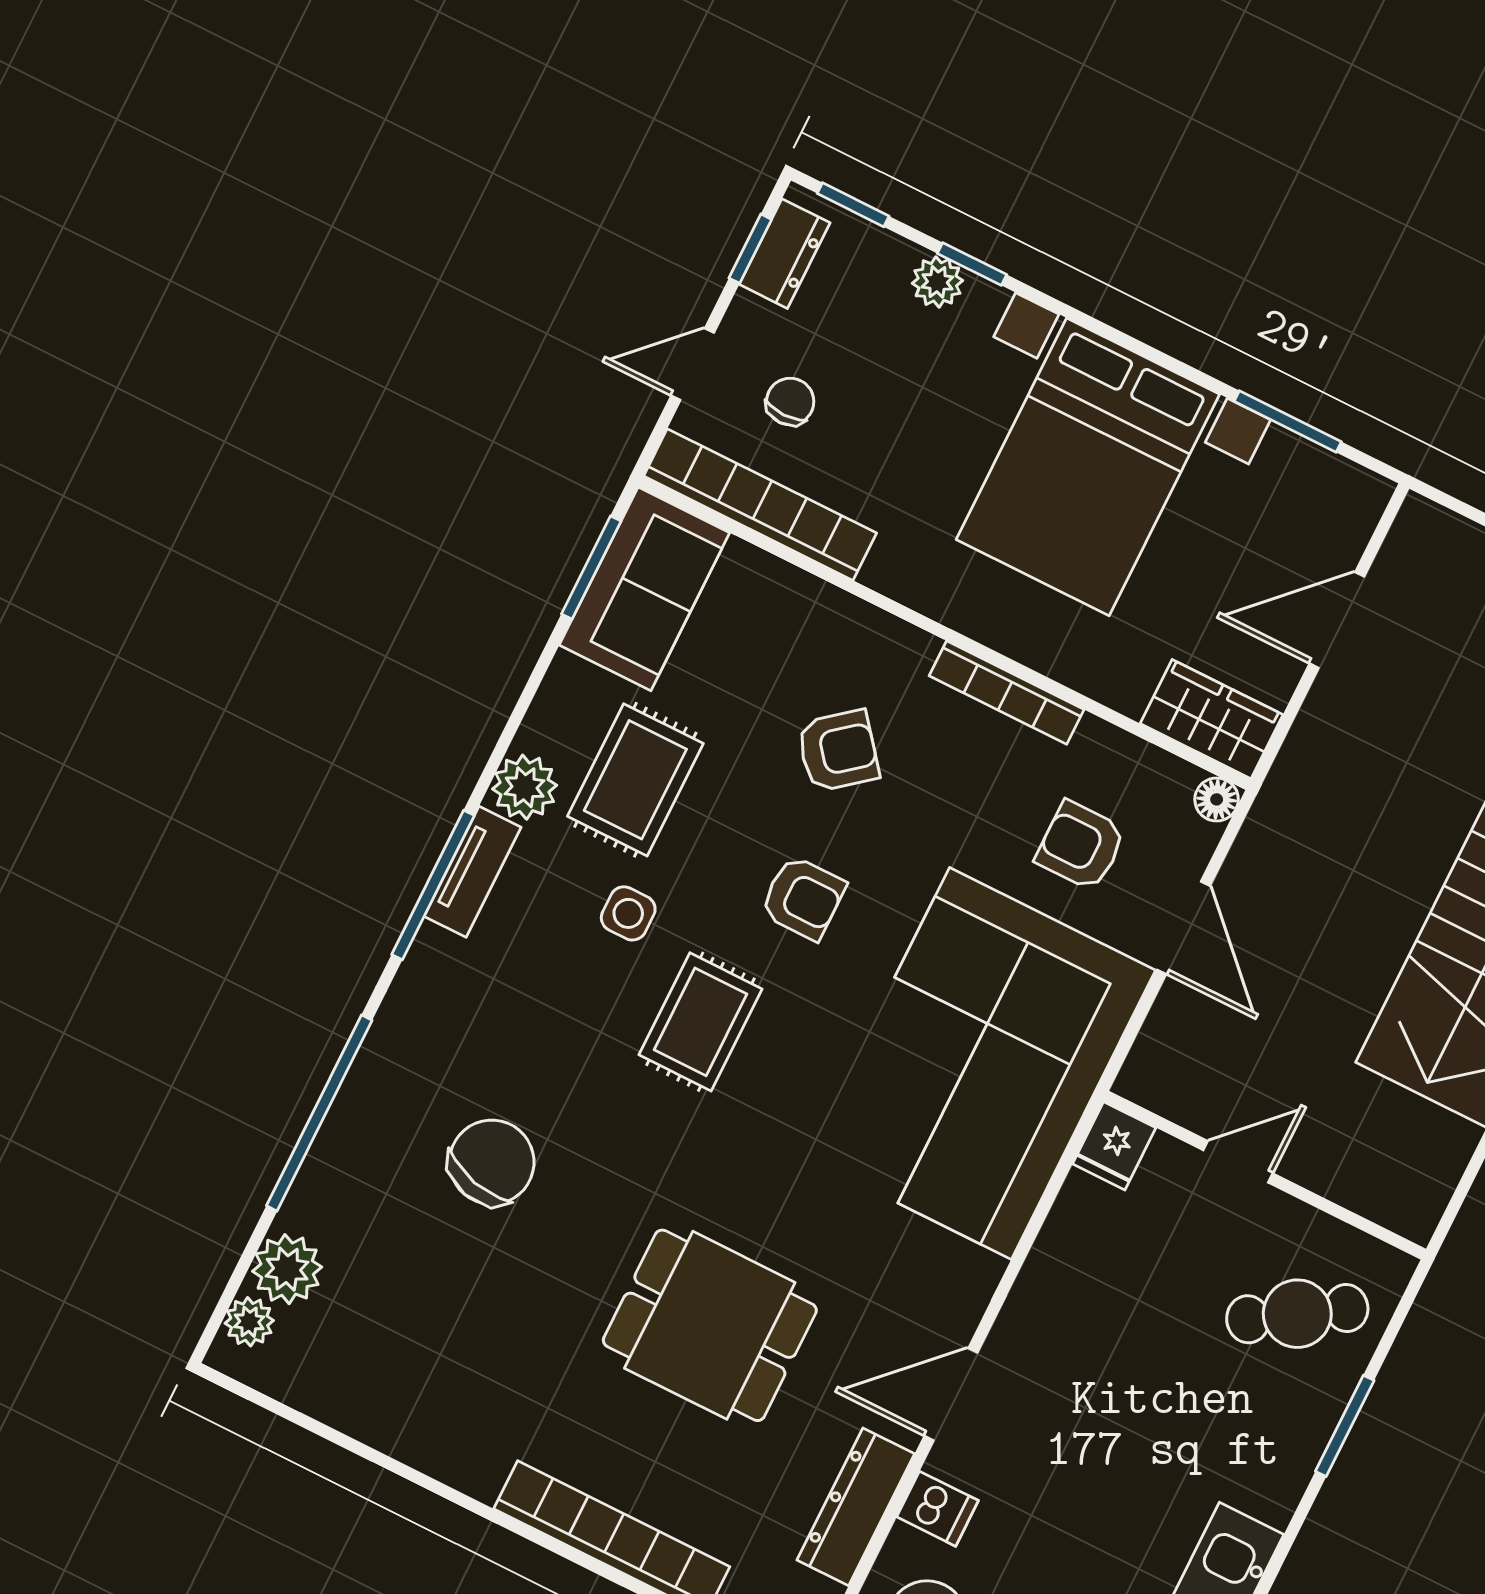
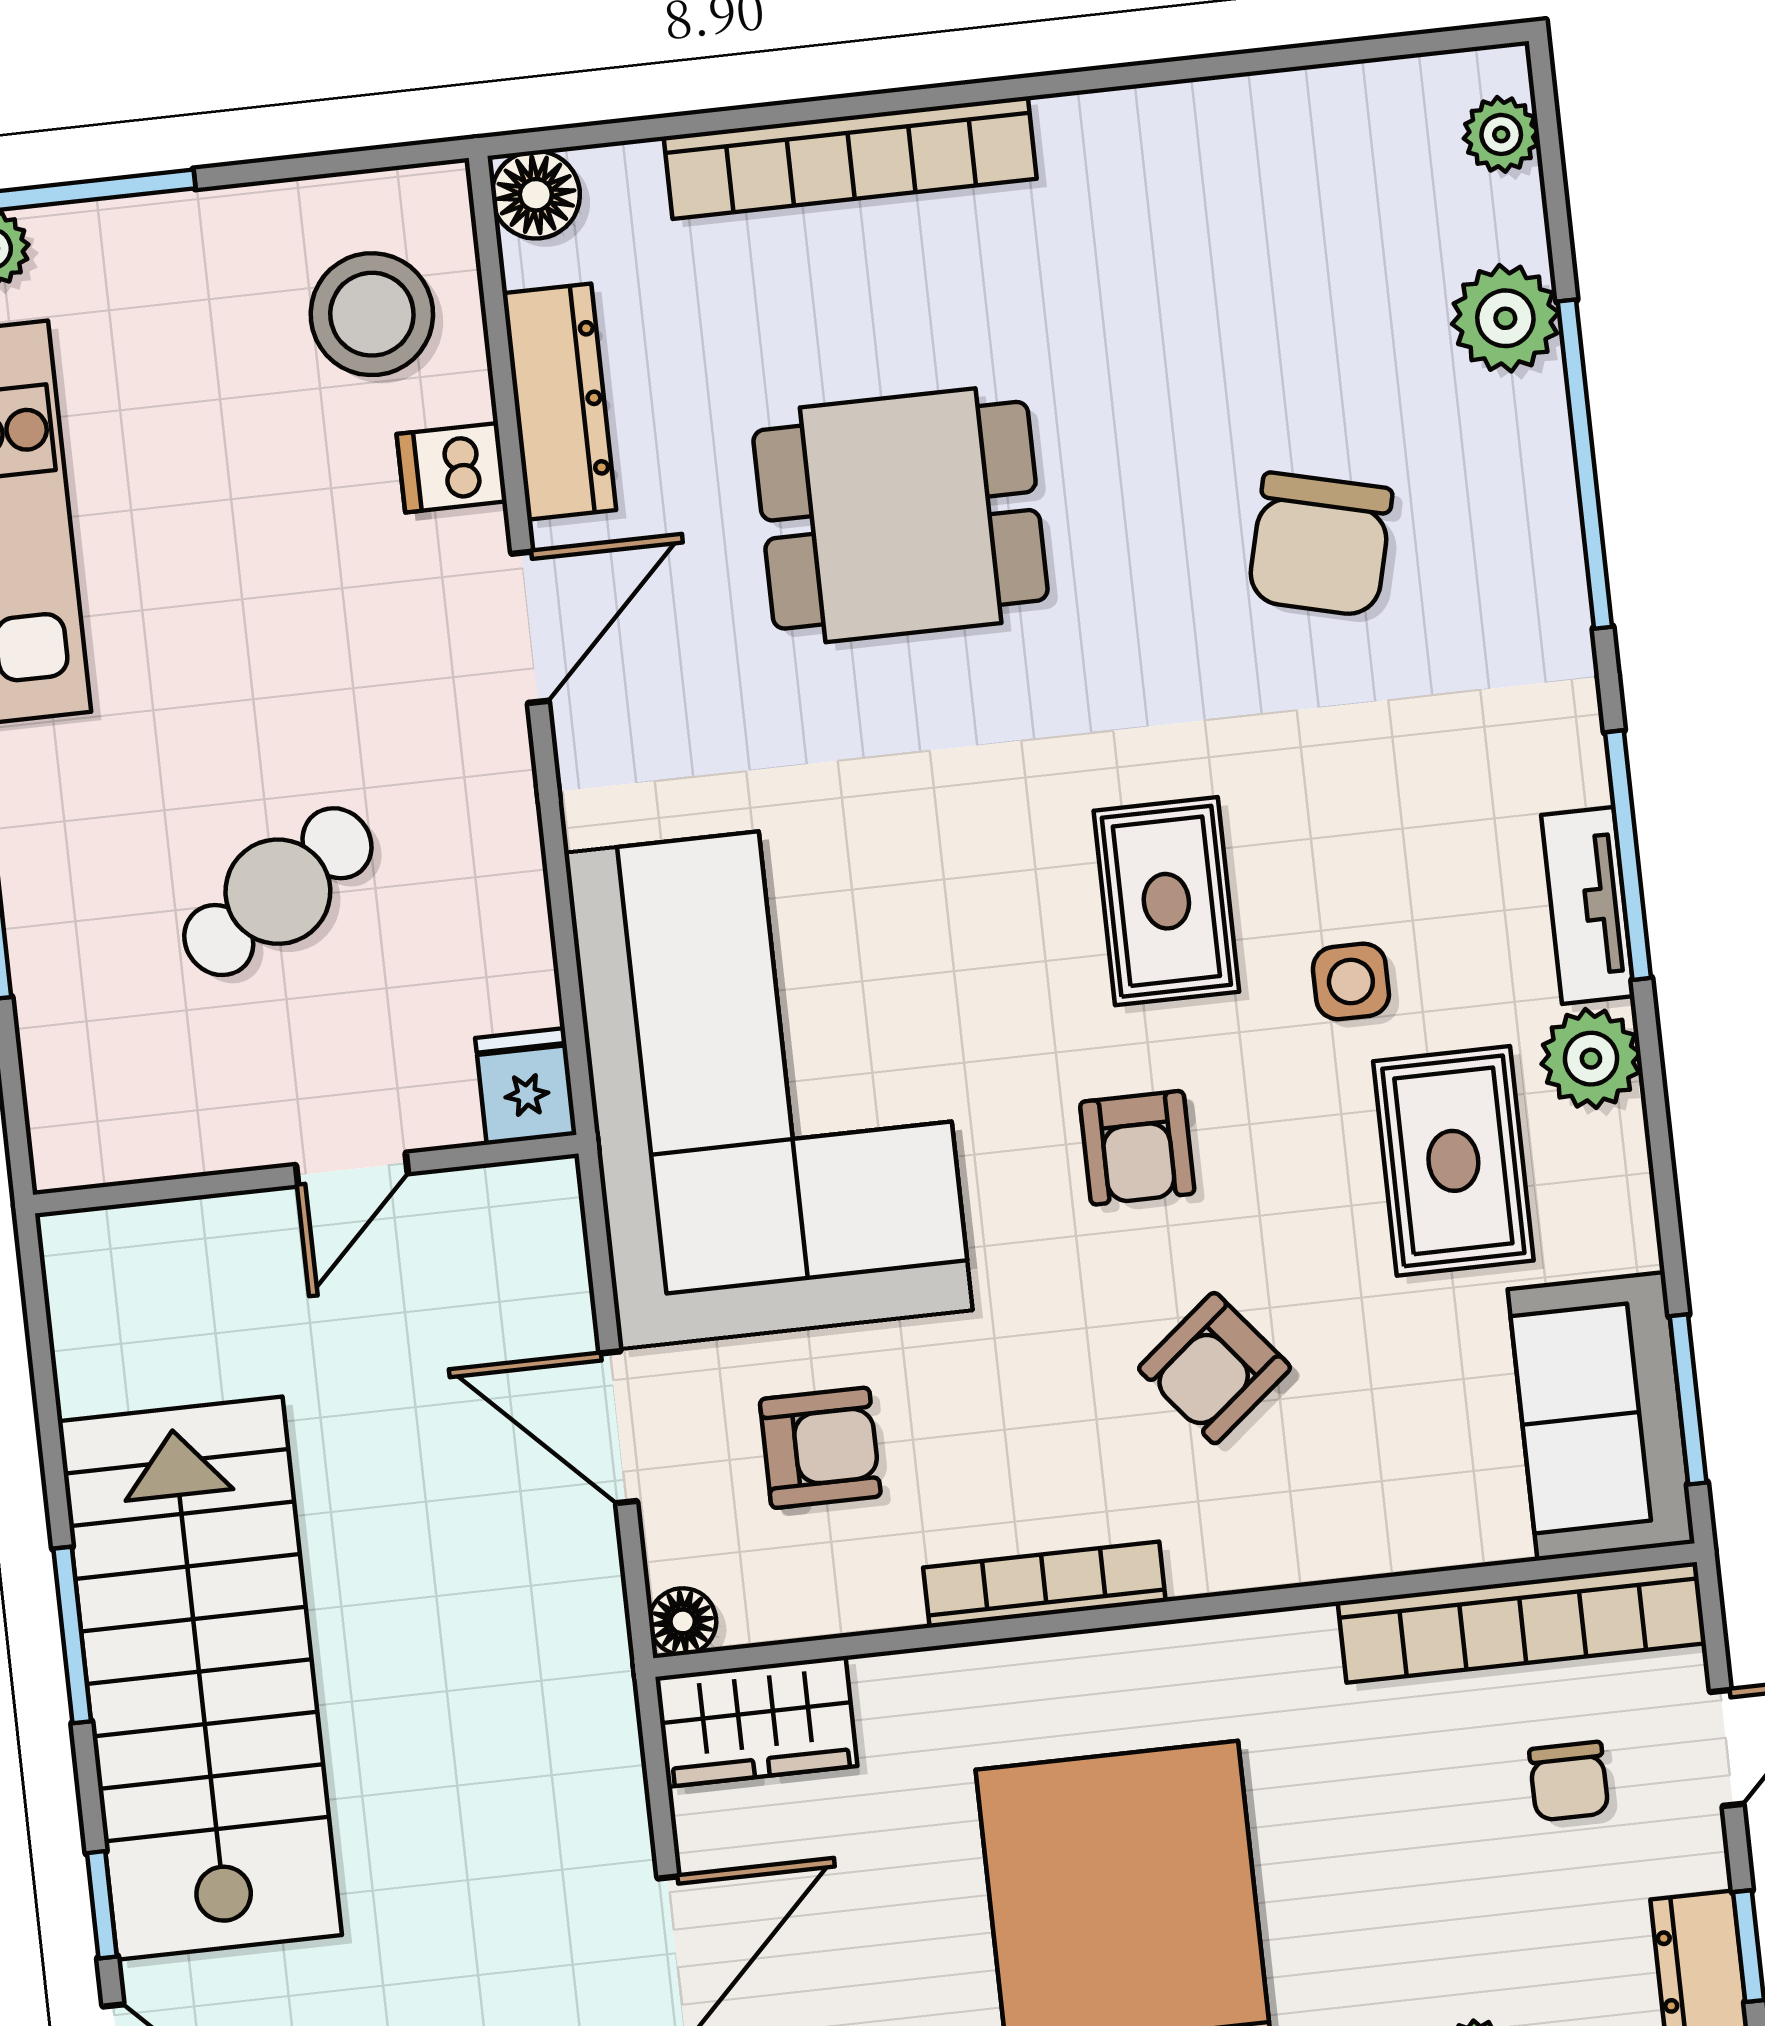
armchair: (803, 898) -> (1137, 1148), turned -90
plant: (287, 1269) -> (1505, 318), moved
cafe table: (1297, 1314) -> (278, 892), moved

